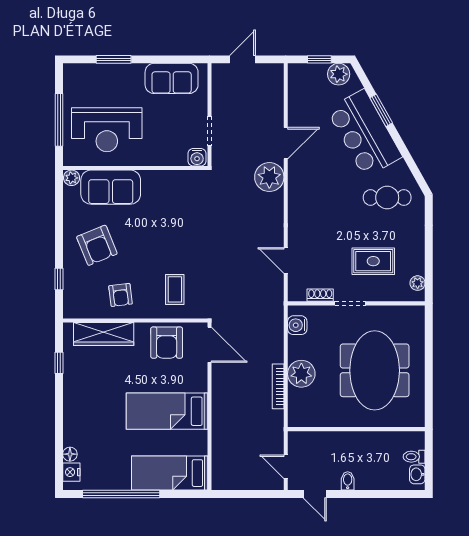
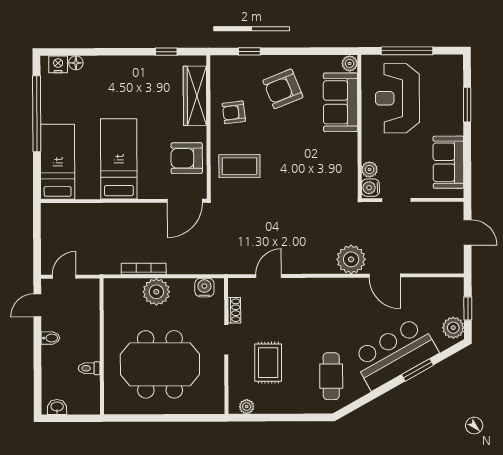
plant: (179, 158) -> (369, 169), added
coffee table: (175, 289) -> (239, 166), width x1.36, depth x1.30
toilet: (414, 457) -> (89, 368), moved, turned -90

